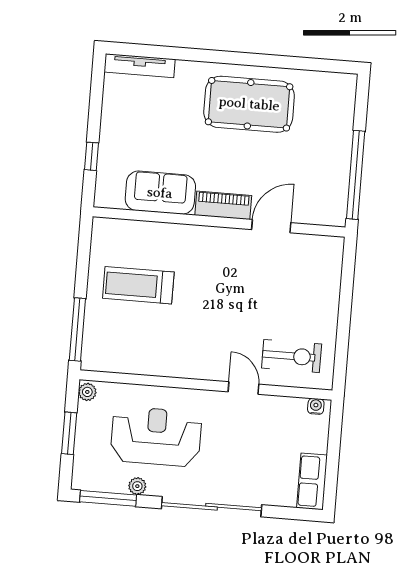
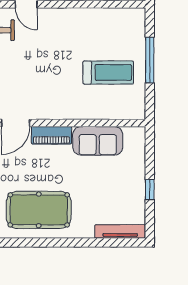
window: (91, 156) -> (150, 190), moved
window: (77, 329) -> (150, 60), moved

